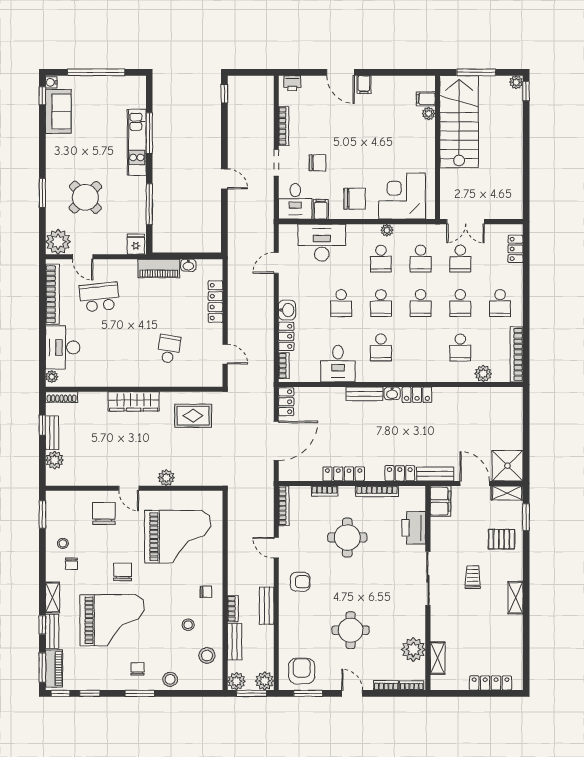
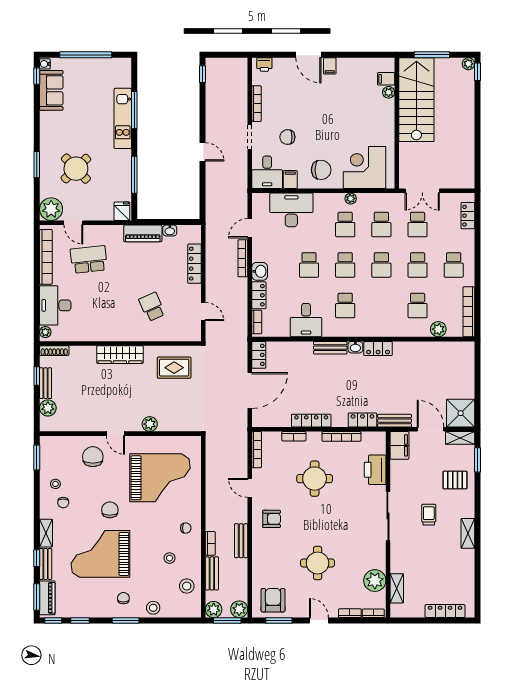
chair: (317, 163) -> (287, 137), turned 180
bookcase: (269, 296) -> (243, 258), added
school desk: (169, 349) -> (152, 307), turned -33
grand piano: (112, 620) -> (100, 554), turned 180

